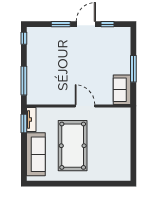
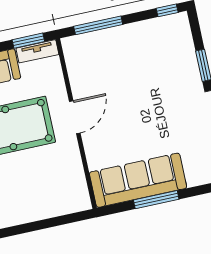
sofa: (122, 90) -> (138, 180), width x1.85, depth x1.27
door: (85, 106) -> (75, 117), moved

